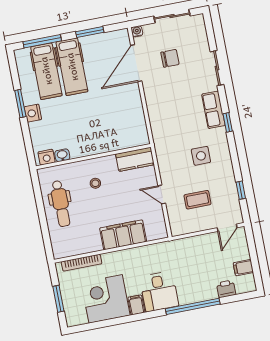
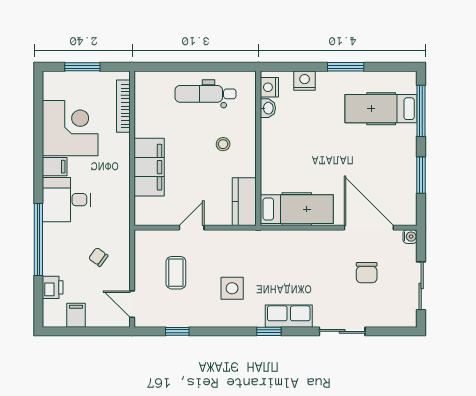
hospital bed: (72, 67) -> (297, 209), moved, turned 180
nightstand: (33, 113) -> (305, 81), moved
chair: (197, 260) -> (98, 257), added

